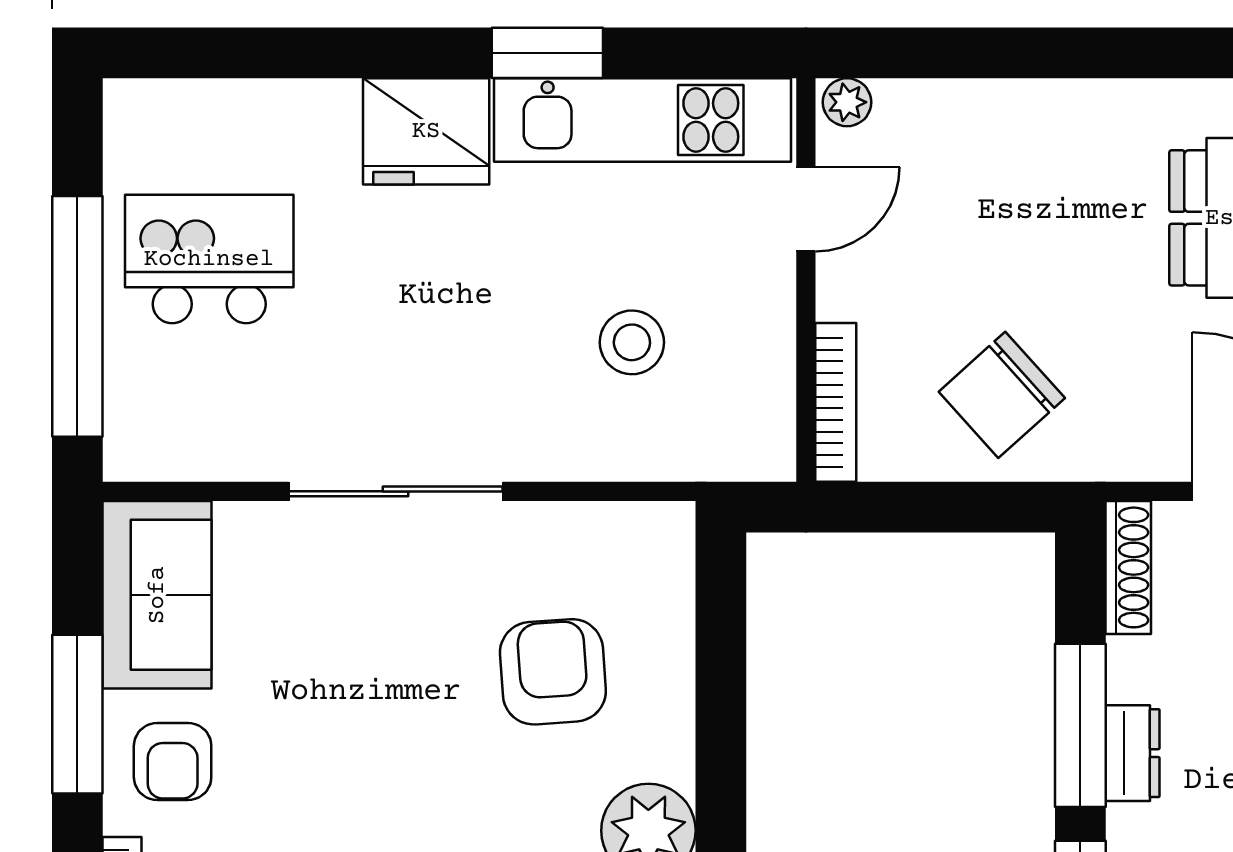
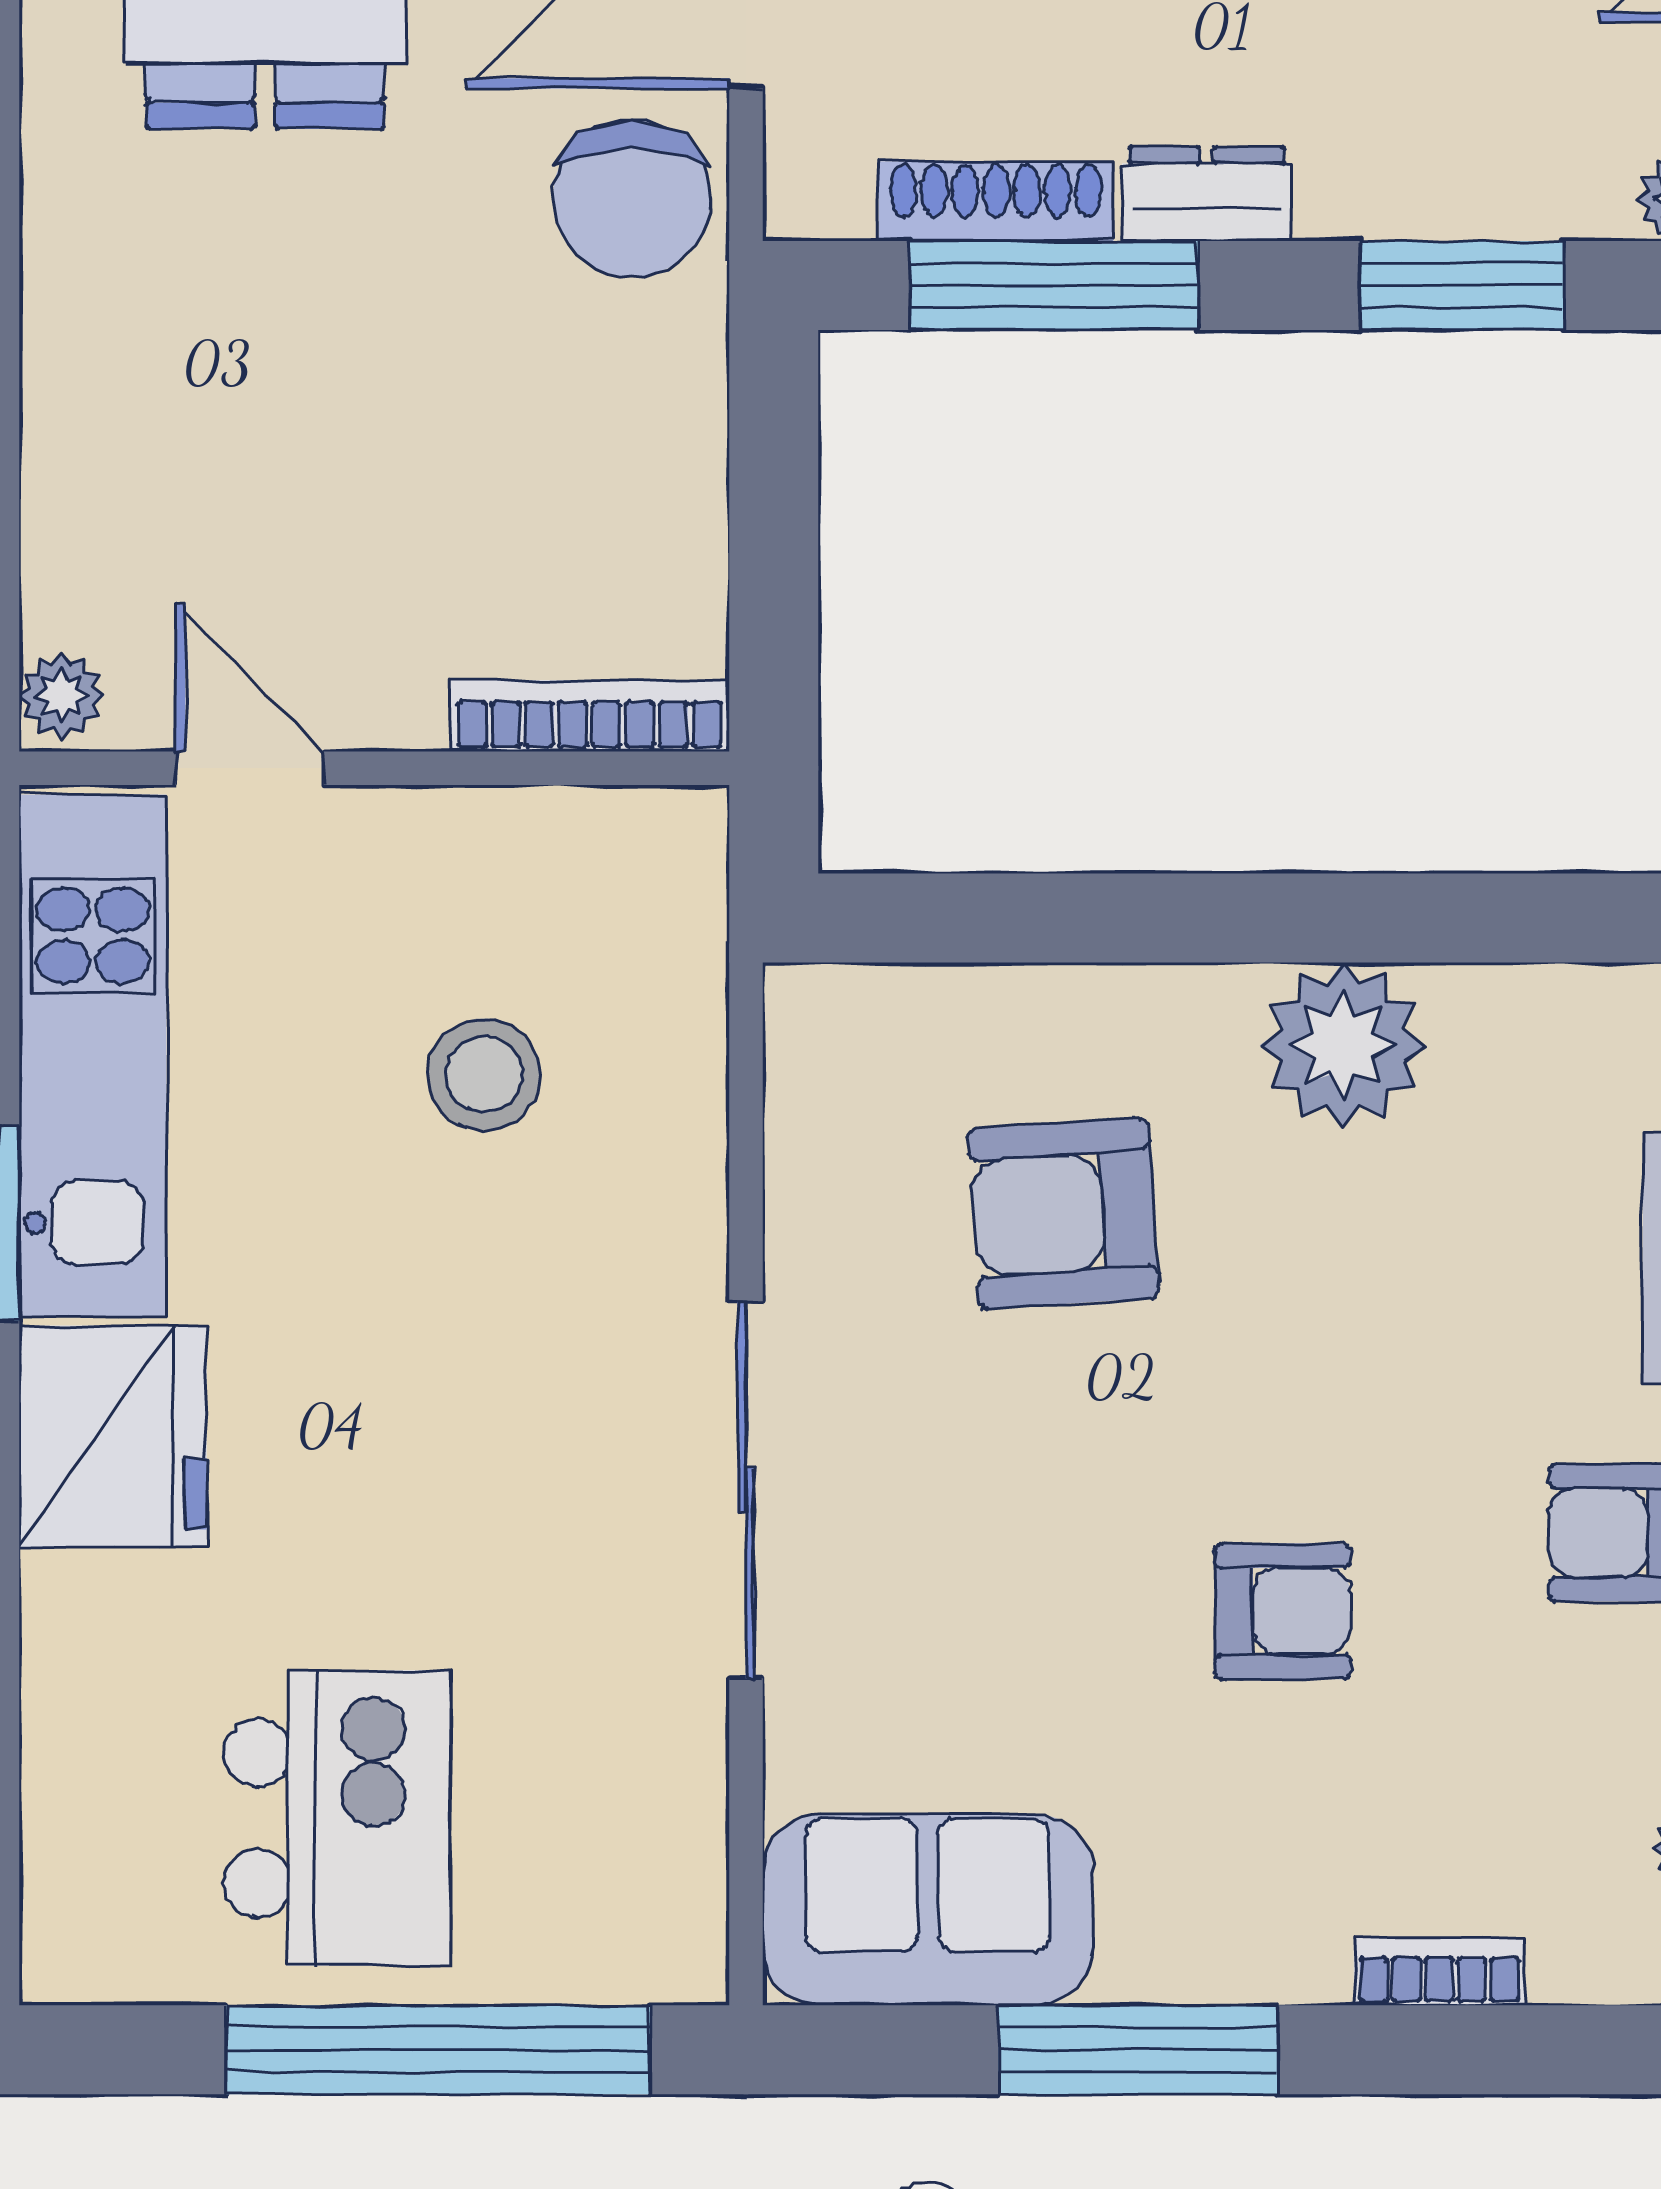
kitchen island: (209, 259) -> (337, 1818), turned 180
chair: (1002, 395) -> (632, 198), moved, turned 42
shoe rack: (1128, 567) -> (996, 201), moved
window: (1080, 725) -> (1054, 286), moved
armchair: (173, 761) -> (1283, 1611), moved

